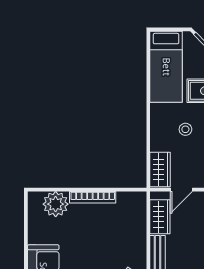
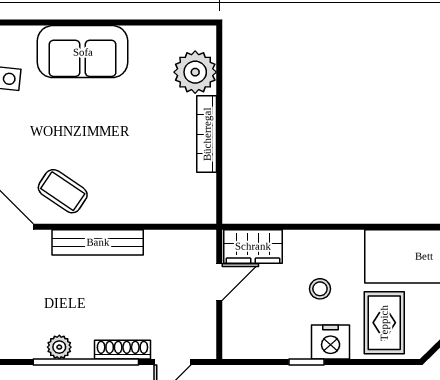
door: (181, 190) -> (219, 282), swing flipped
wardrobe: (160, 217) -> (174, 246), removed

